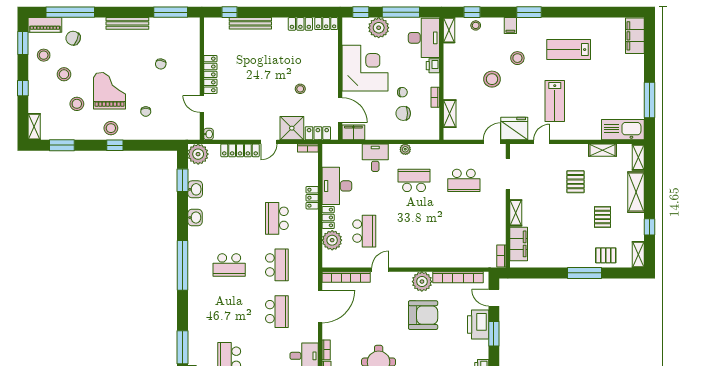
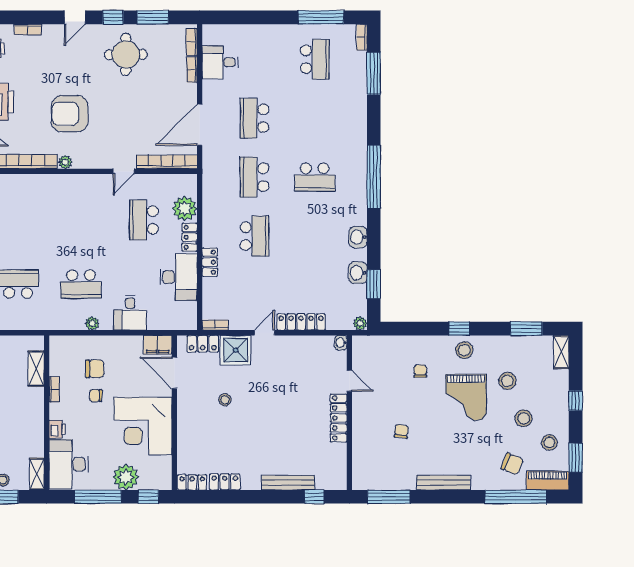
plant: (198, 154) -> (360, 323), width x0.53, depth x0.53
school desk: (229, 265) -> (315, 177), turned 180
plant: (422, 282) -> (65, 162), width x0.53, depth x0.53

